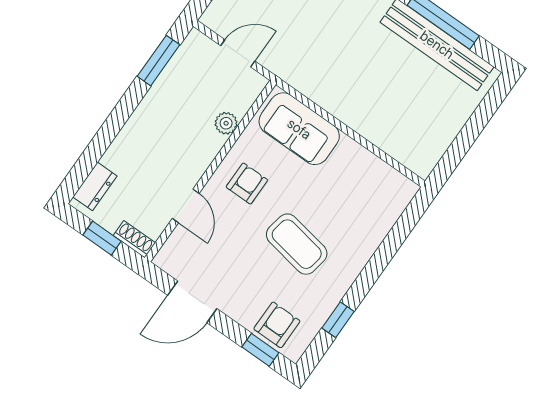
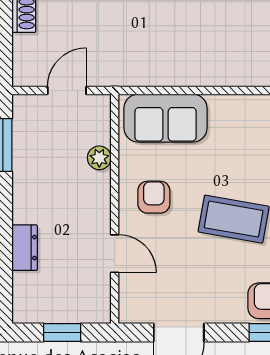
dresser: (95, 186) -> (25, 248), moved
shoe rack: (134, 239) -> (91, 314), removed

